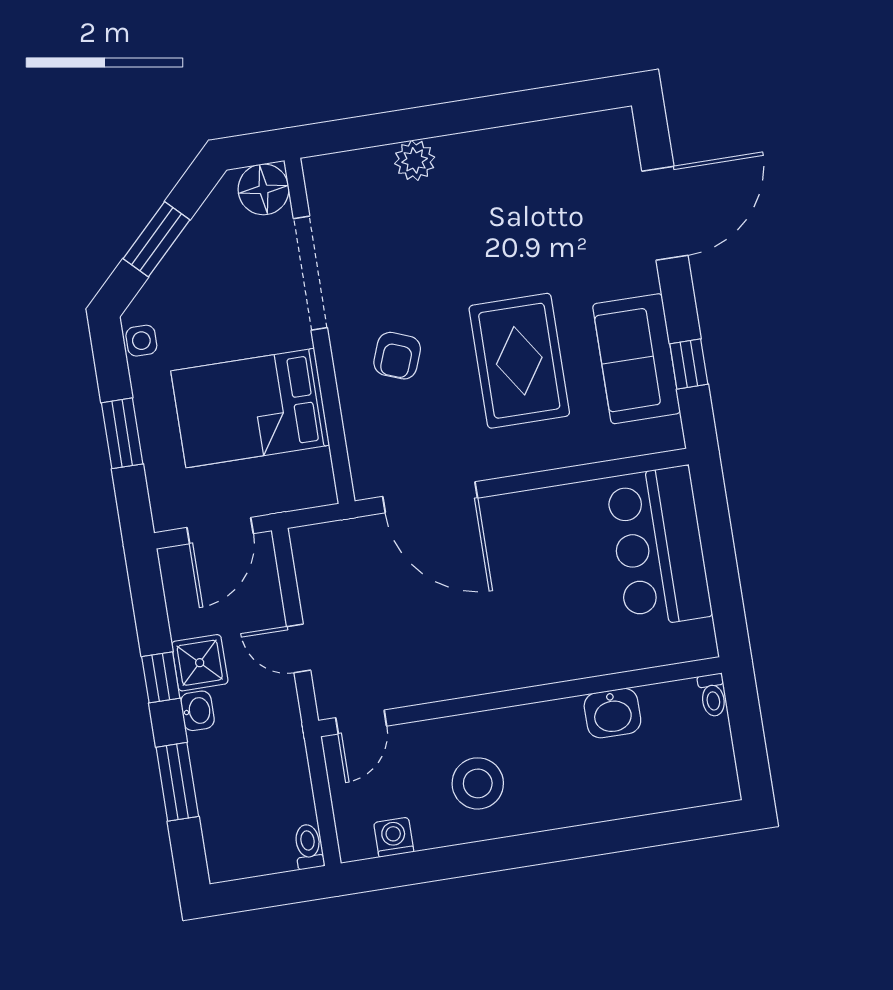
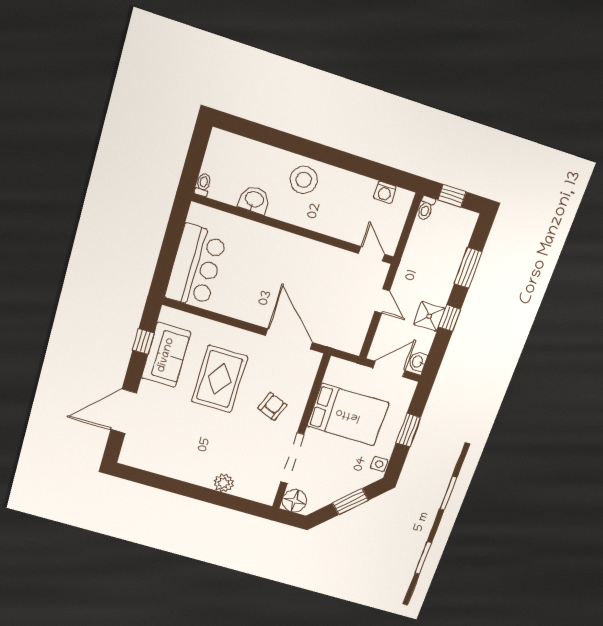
washbasin: (197, 711) -> (418, 362), moved
door: (361, 722) -> (372, 254), hinge flipped
stool: (478, 783) -> (304, 180), moved
window: (274, 890) -> (452, 196), added

